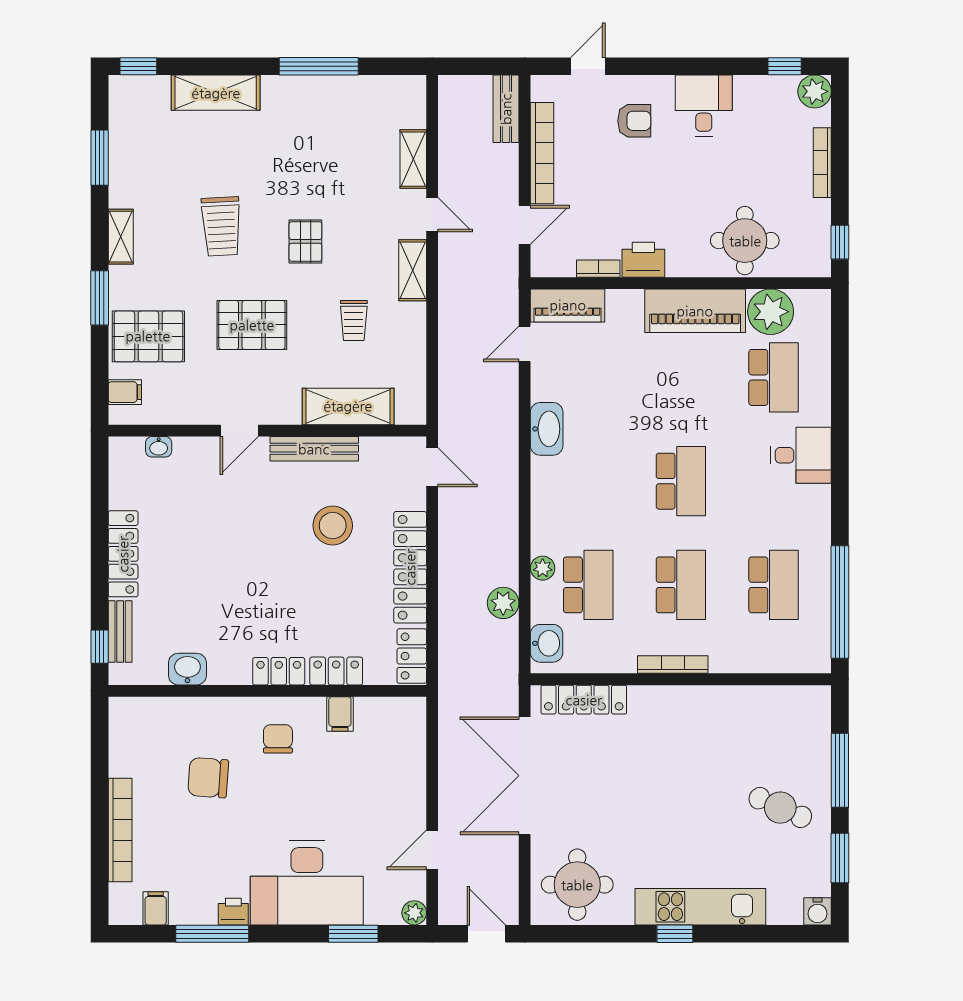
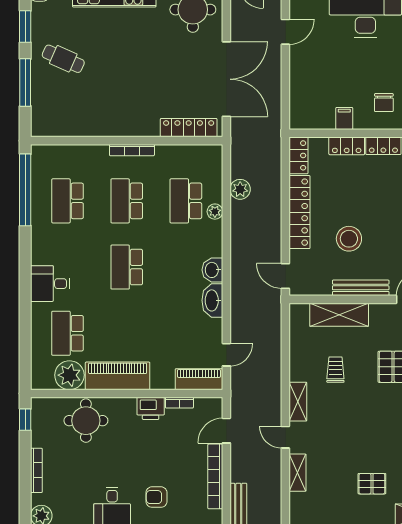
pallet: (305, 241) -> (372, 484), moved, turned 90
washbasin: (547, 643) -> (212, 270), moved

